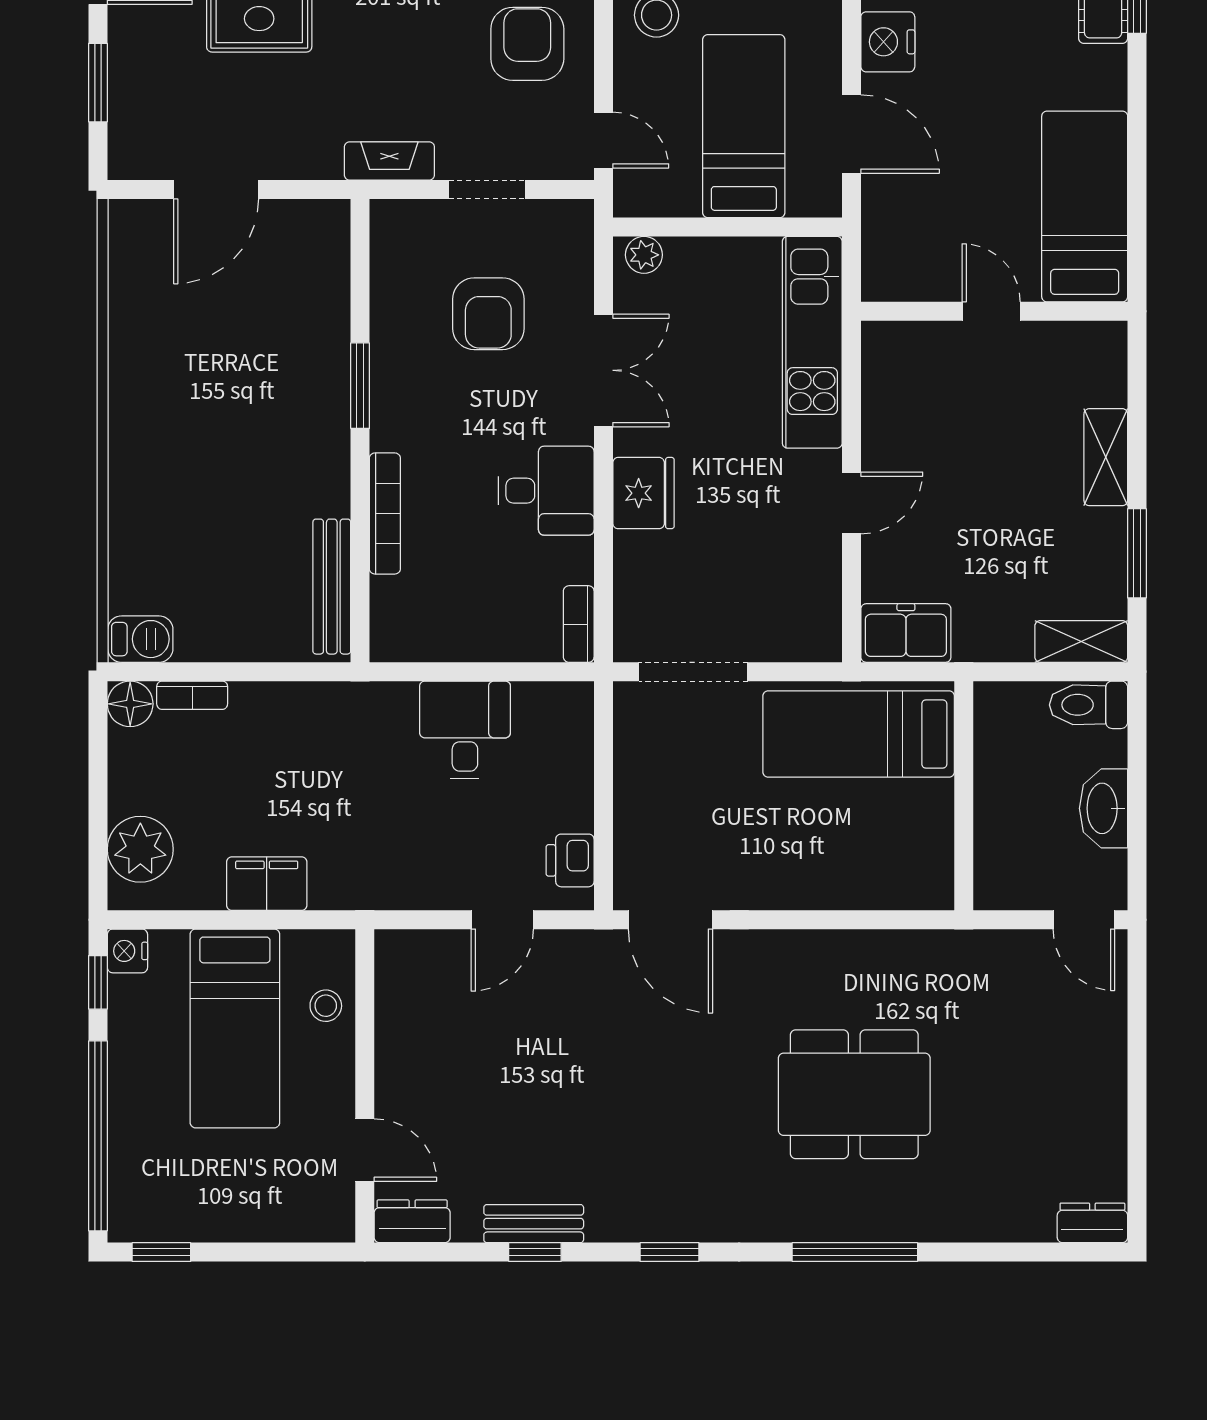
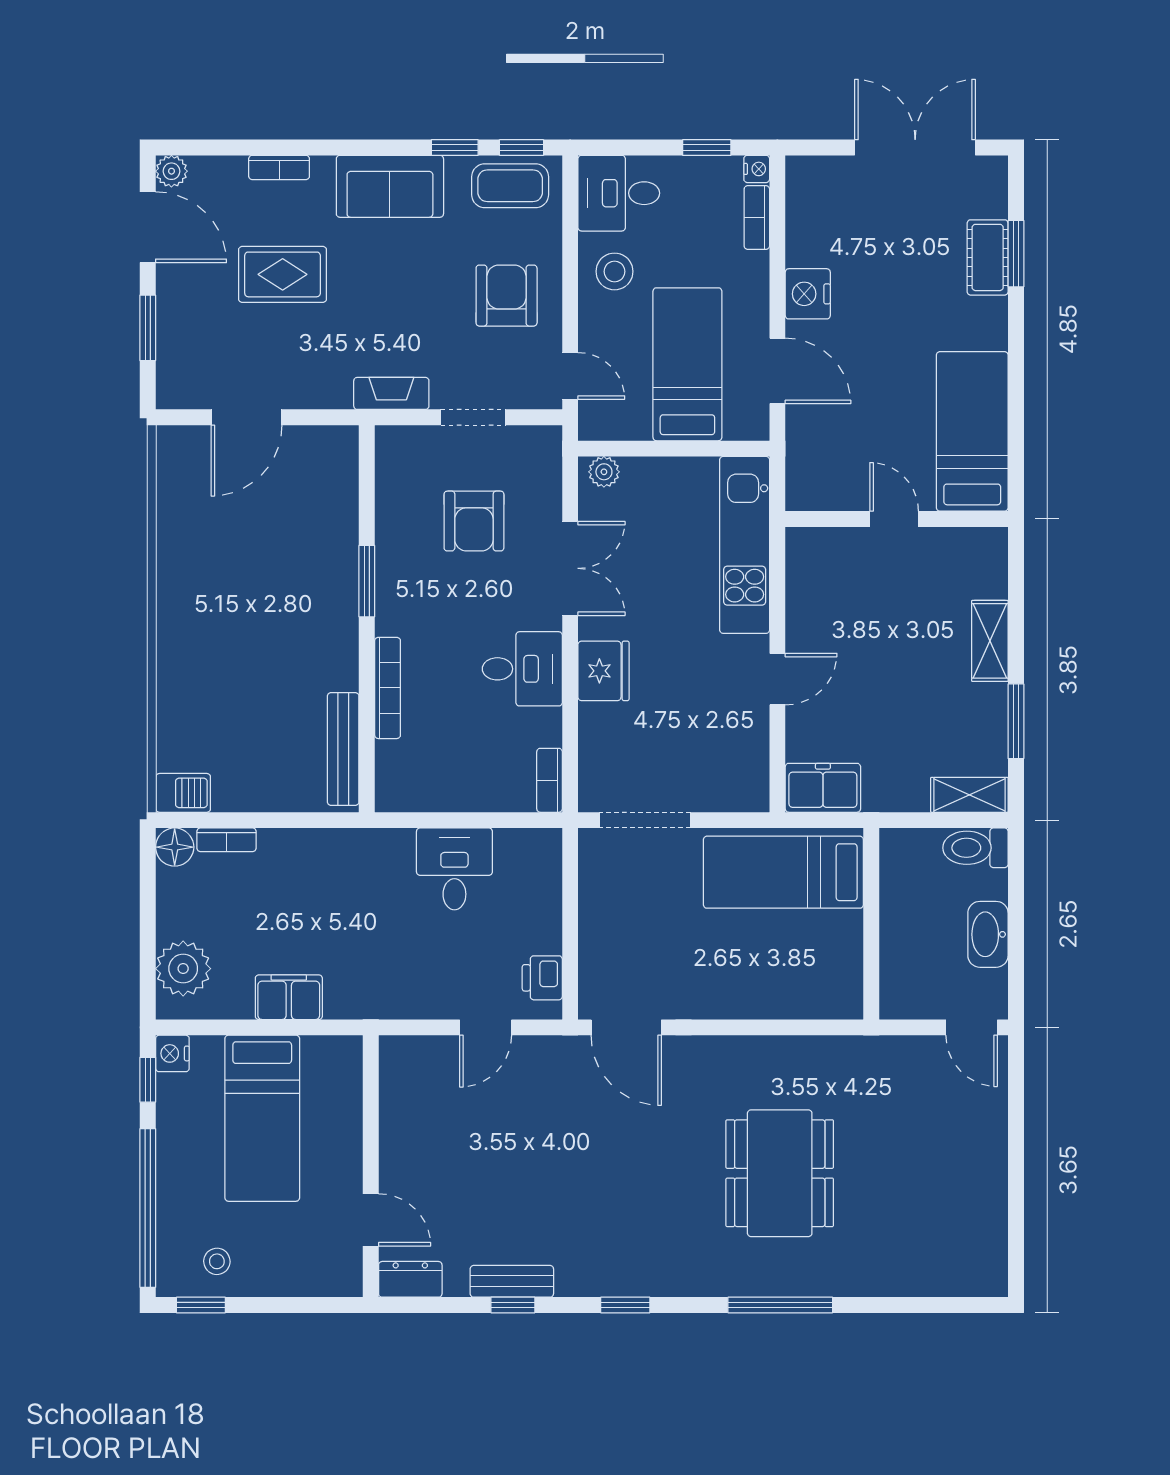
stool: (326, 1006) -> (217, 1261), moved
dining table: (854, 1094) -> (780, 1173), turned 90
dresser: (1092, 1223) -> (979, 1281), removed

